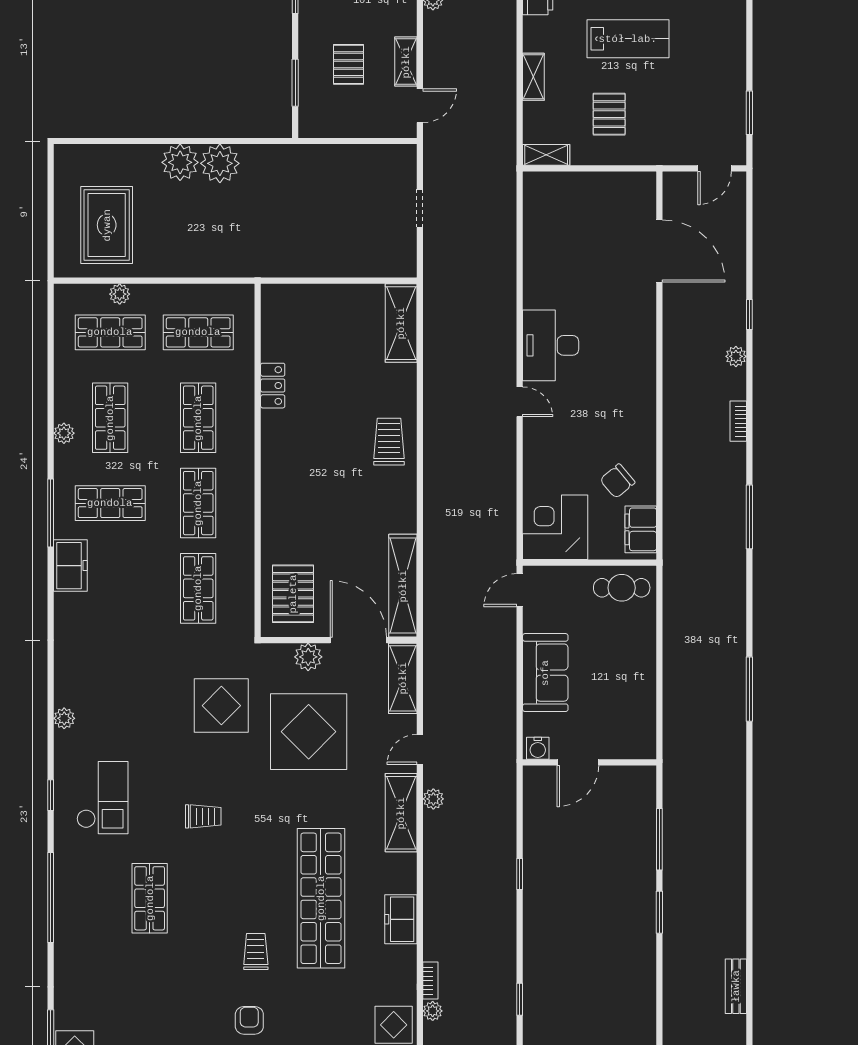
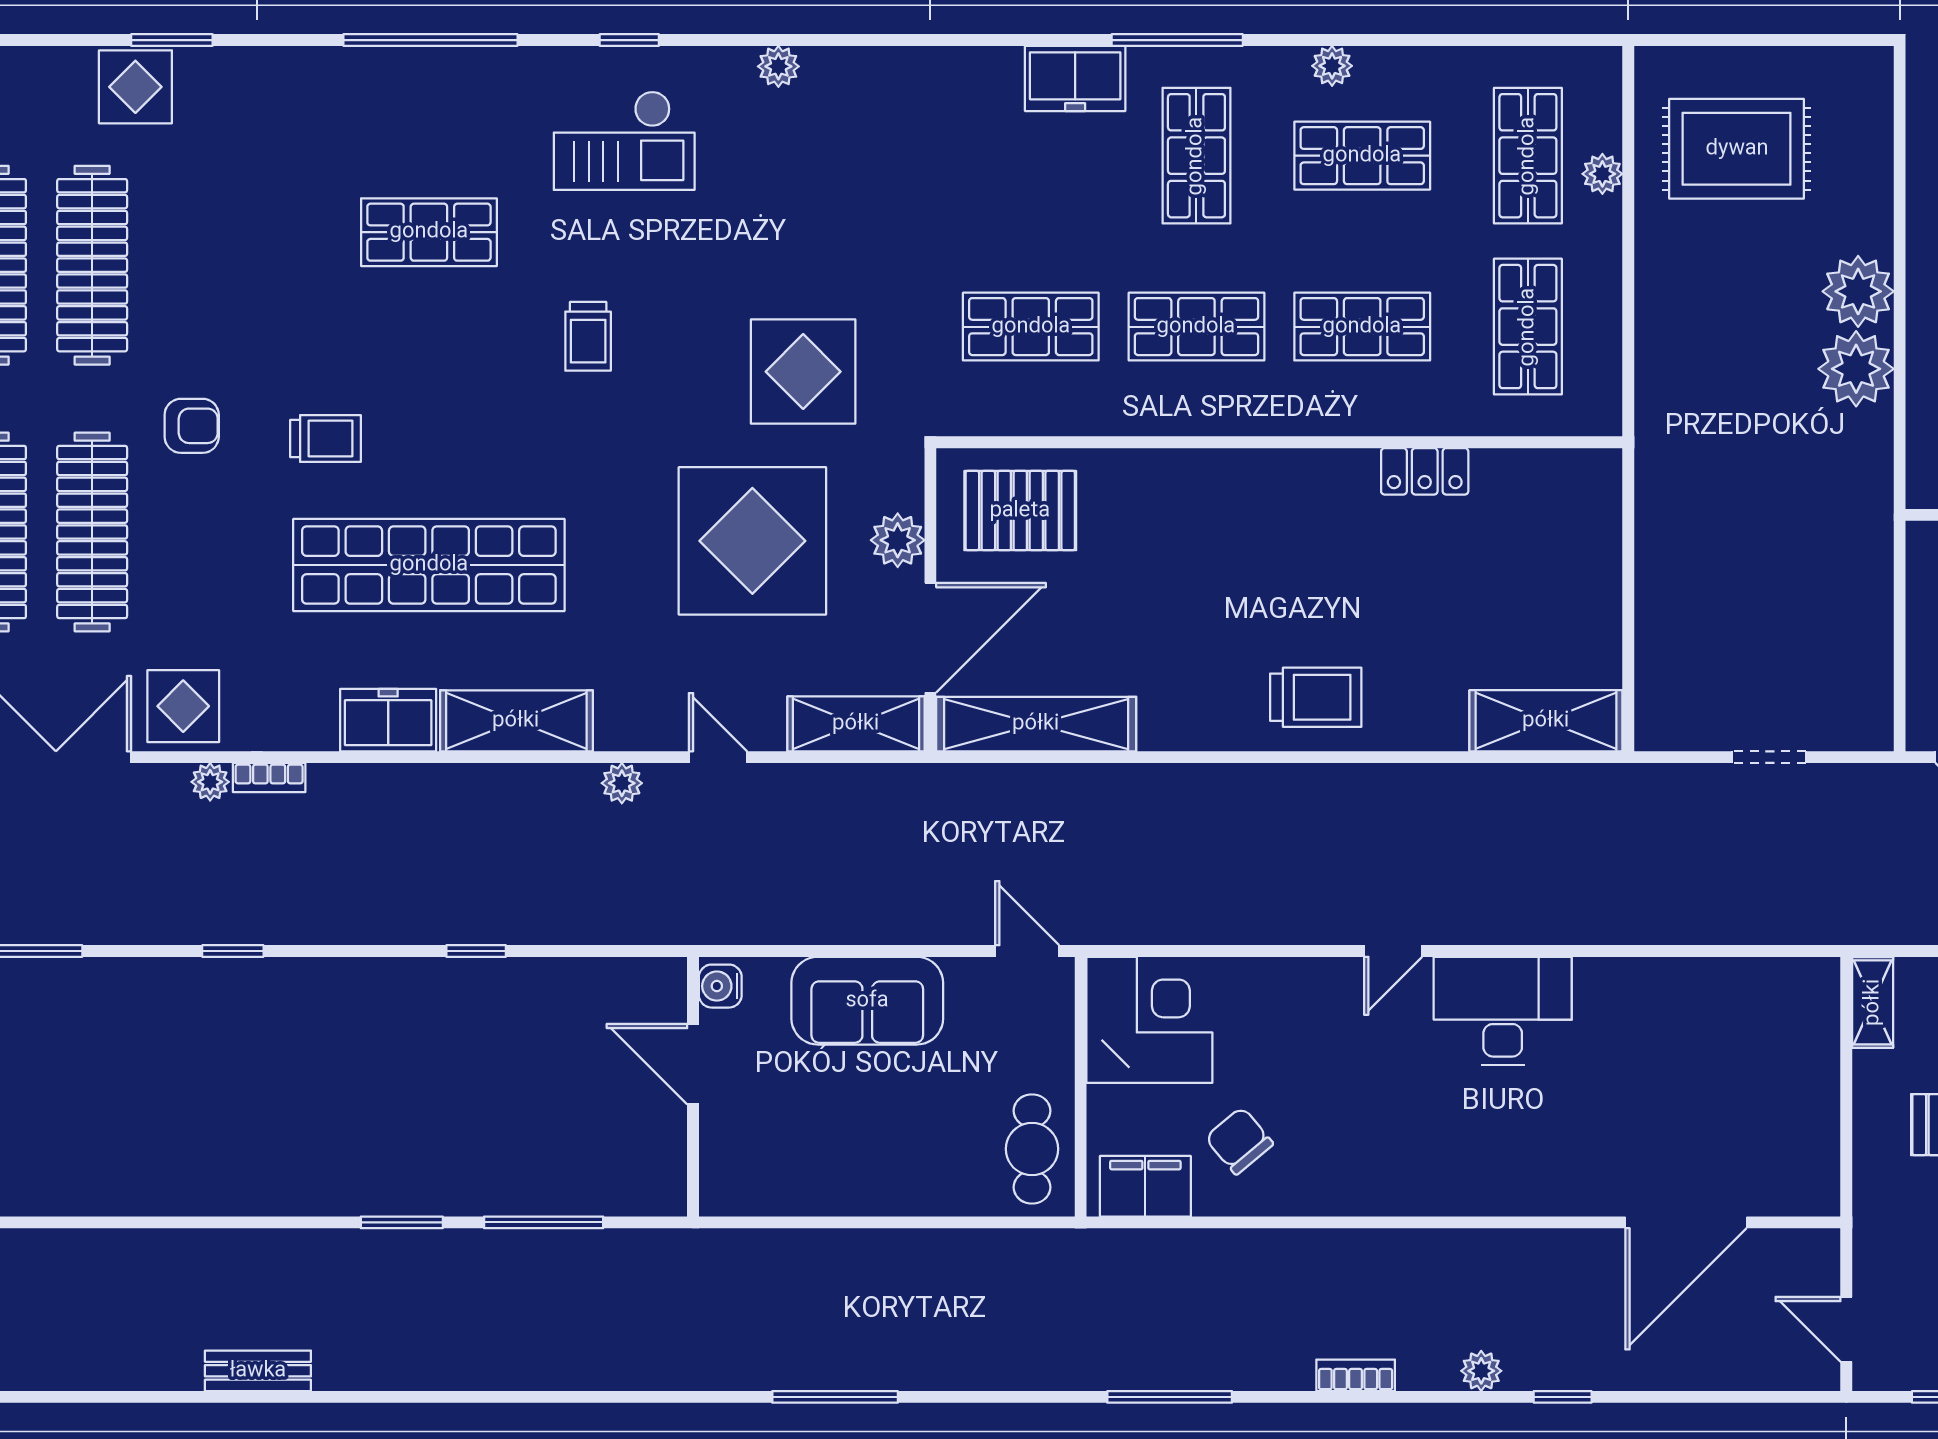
shelving: (401, 813) -> (516, 721), moved

